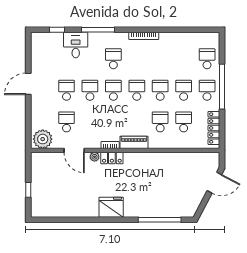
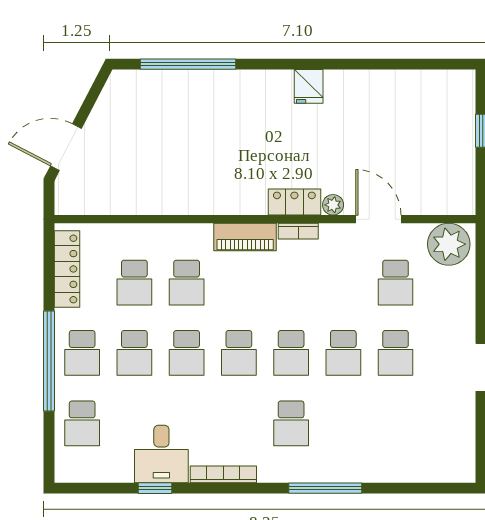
window: (57, 30) -> (155, 488), moved
desk: (76, 45) -> (161, 454), moved
fridge: (111, 207) -> (309, 86), width x0.53, depth x0.75

